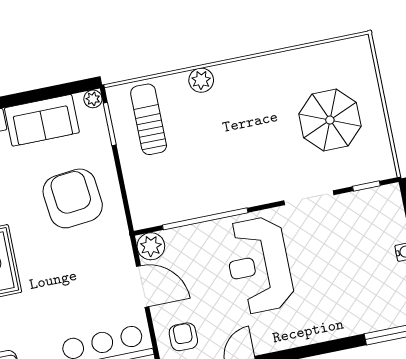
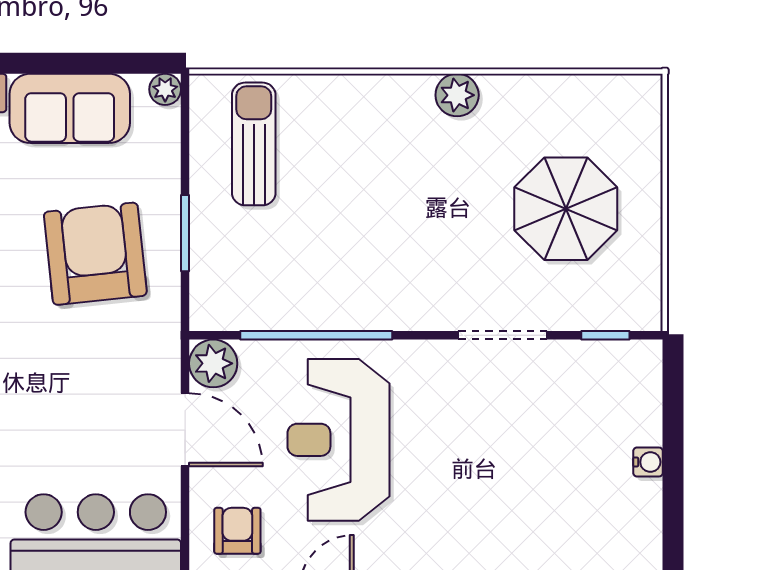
plant: (201, 80) -> (457, 95), moved
window: (110, 124) -> (185, 233), moved
reception desk: (259, 265) -> (339, 440), moved

